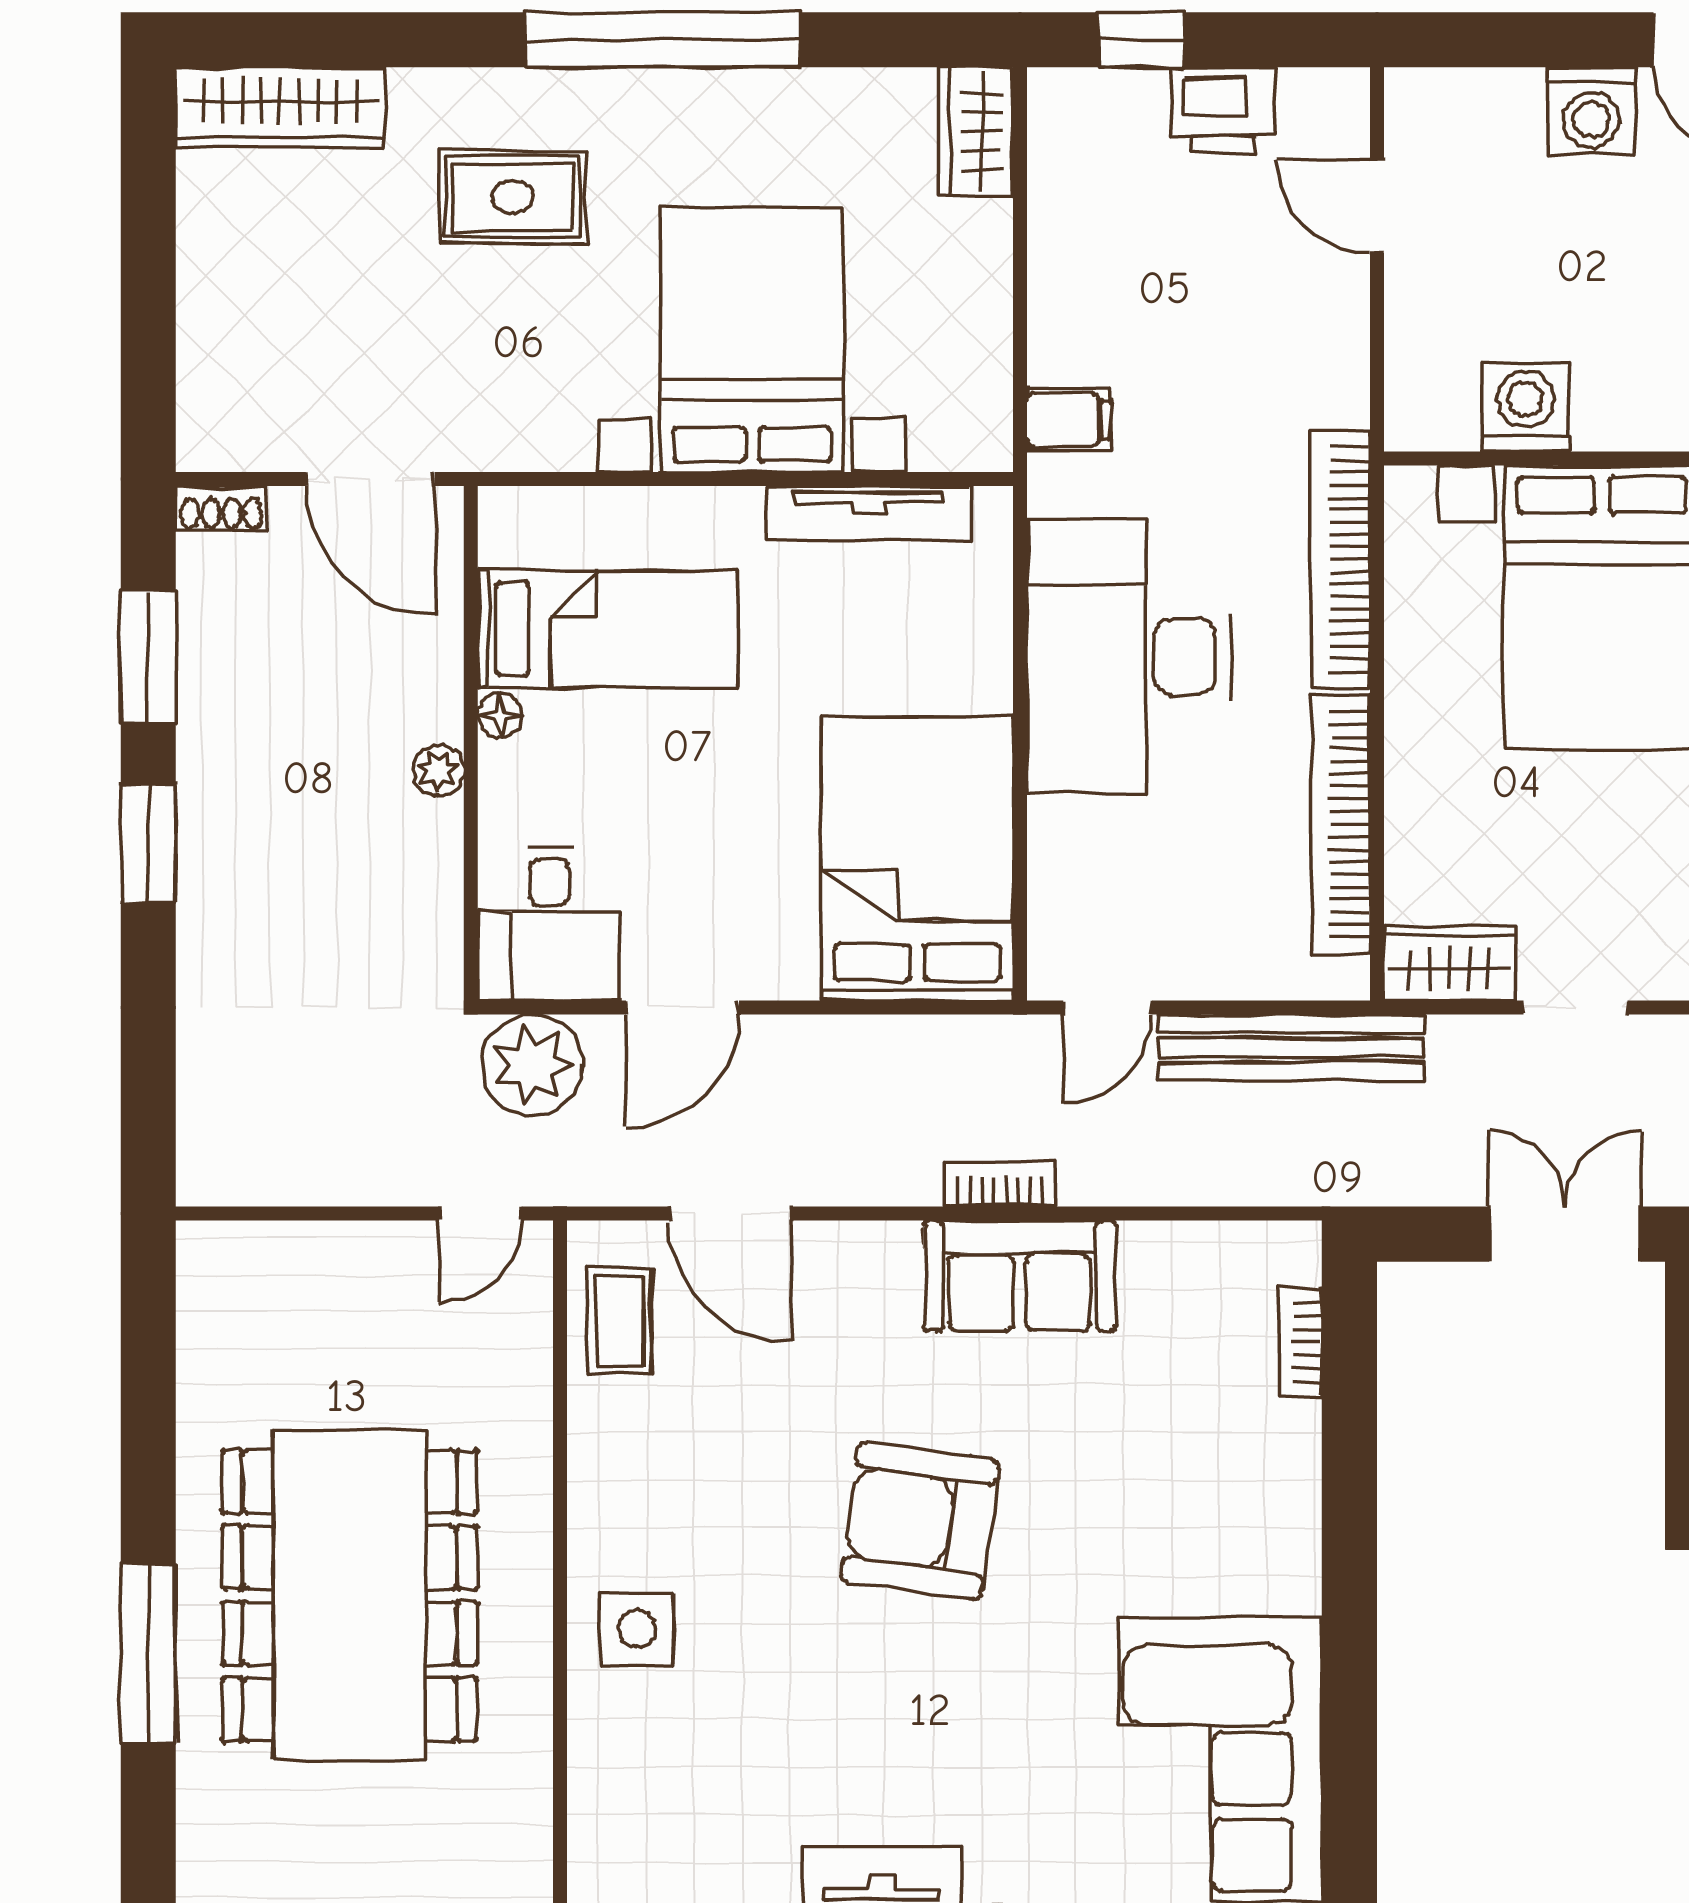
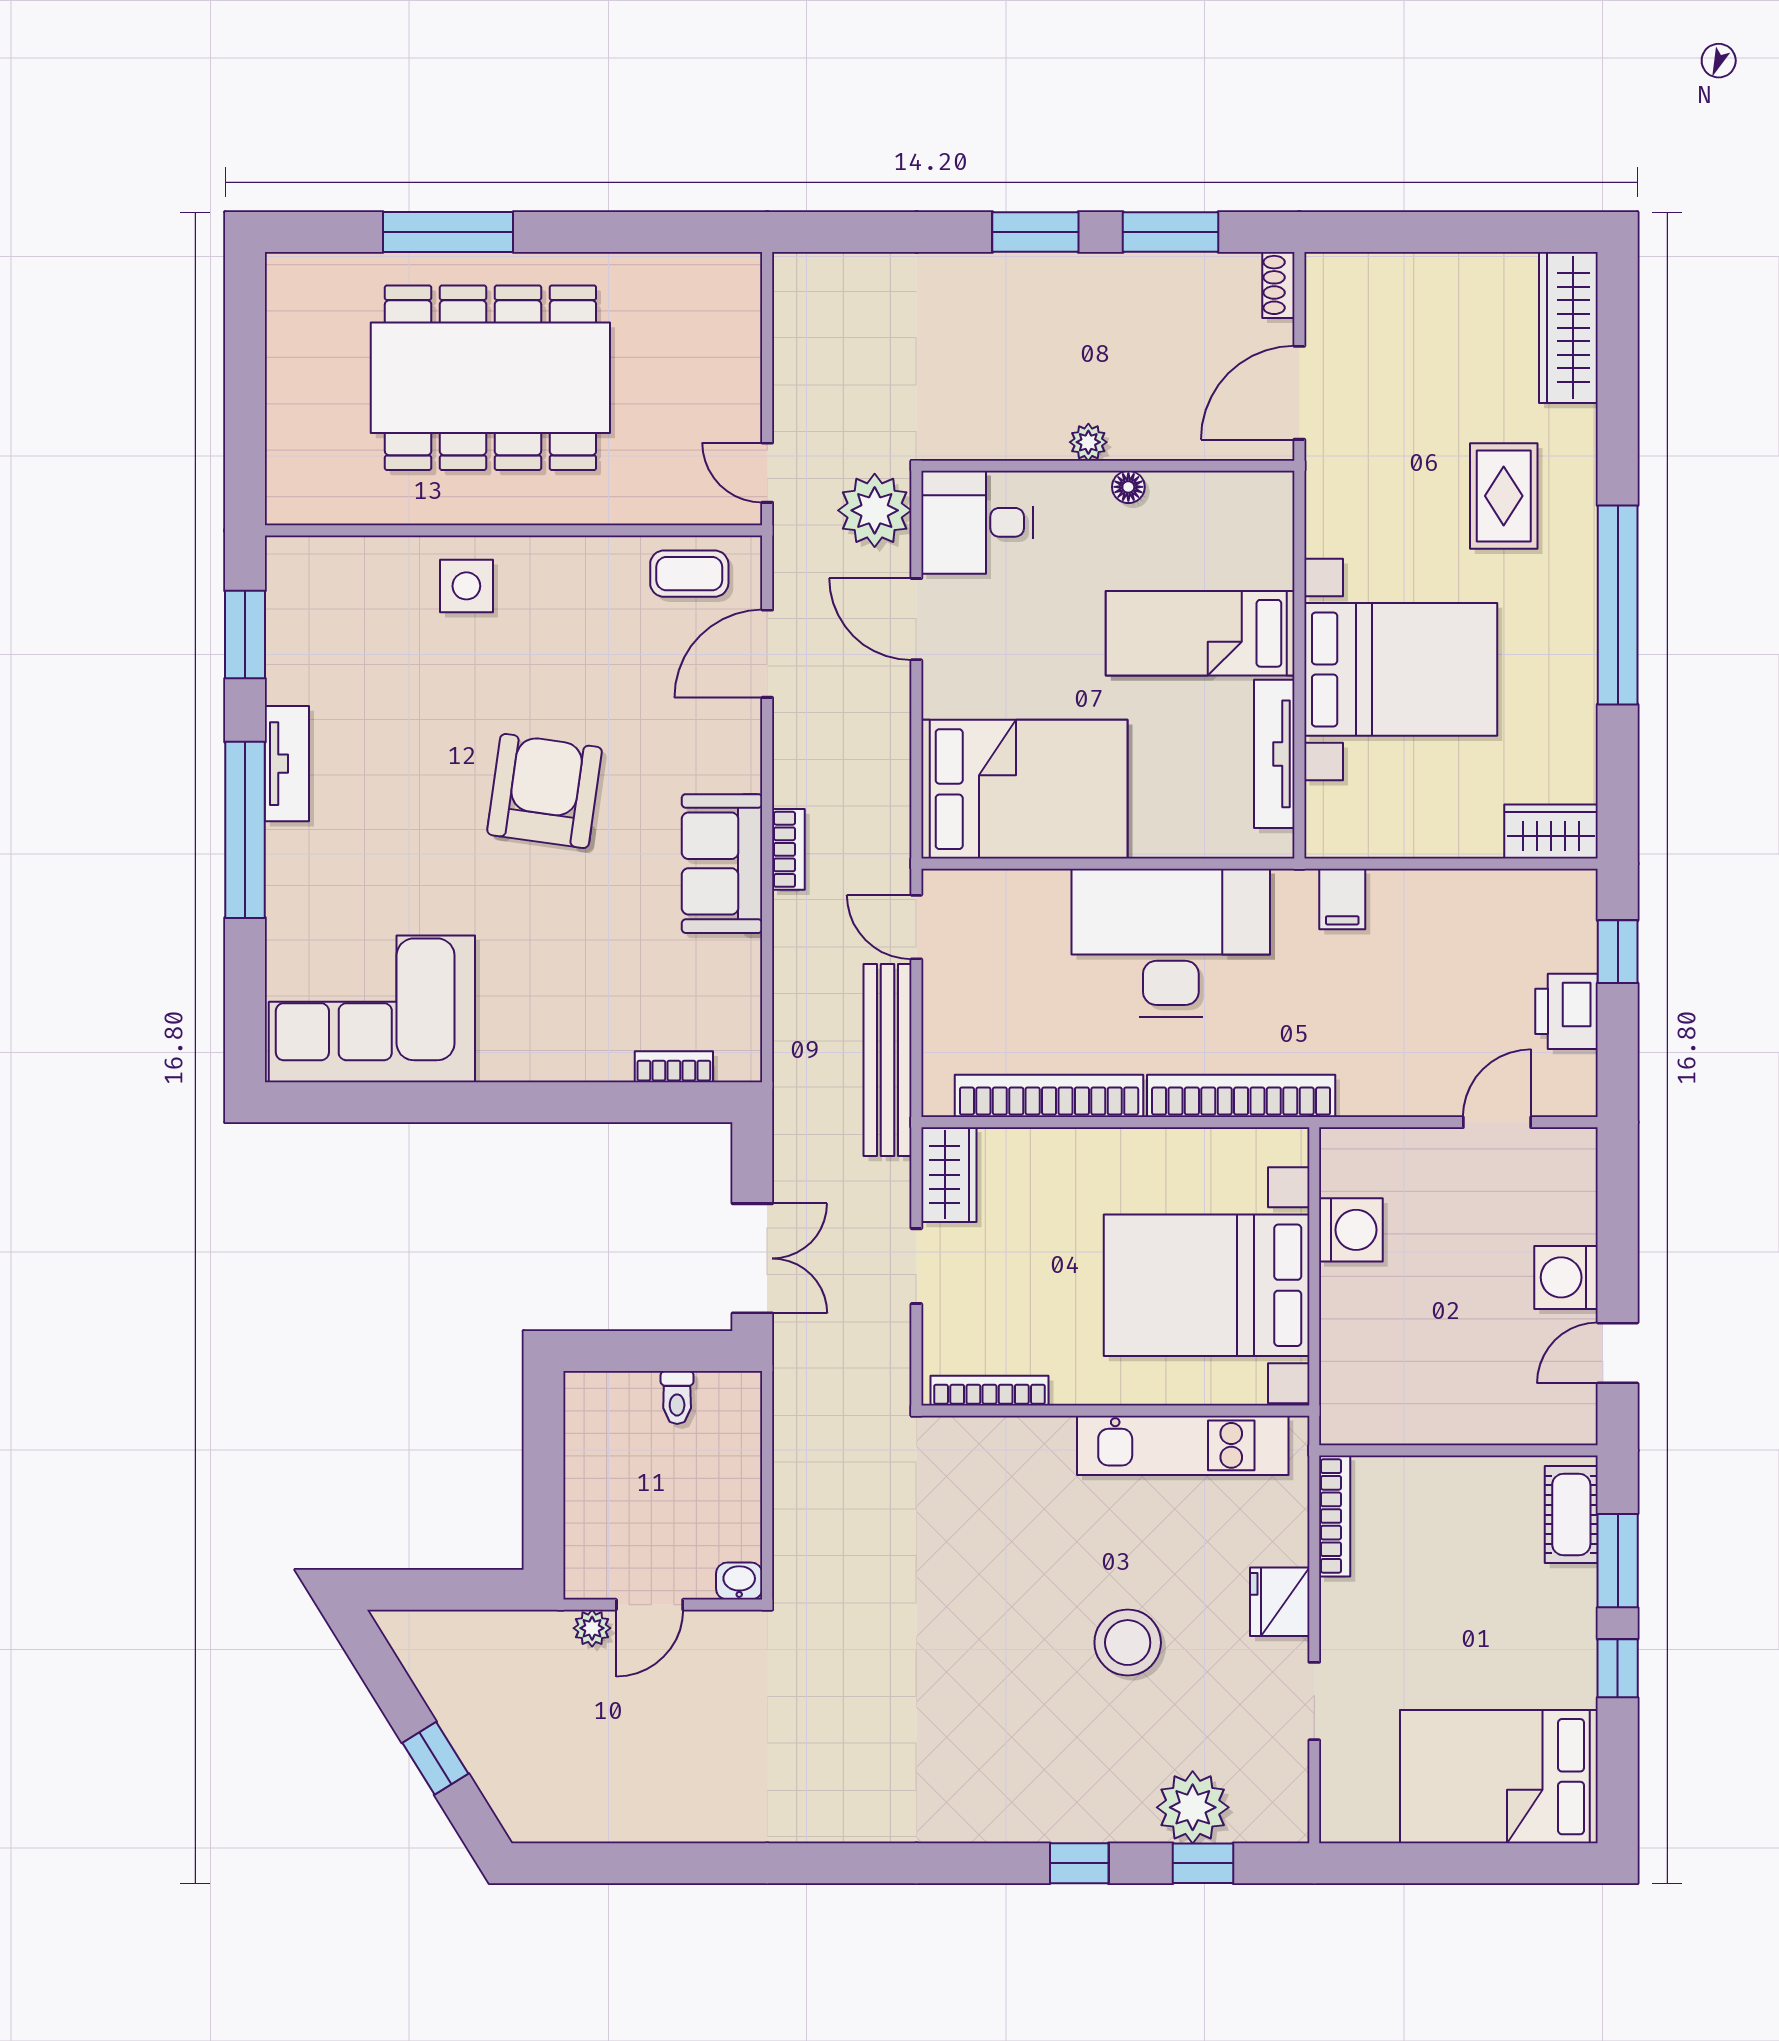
bed: (608, 629) -> (1200, 633), moved, turned 90

